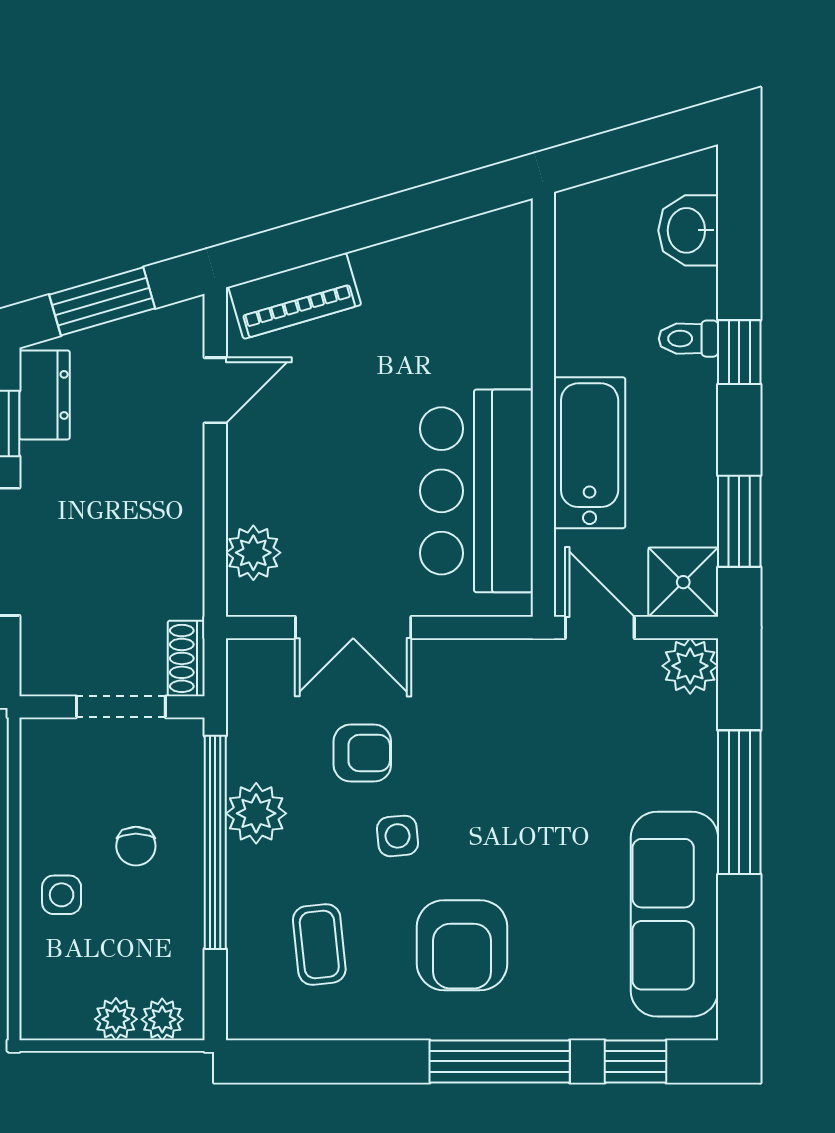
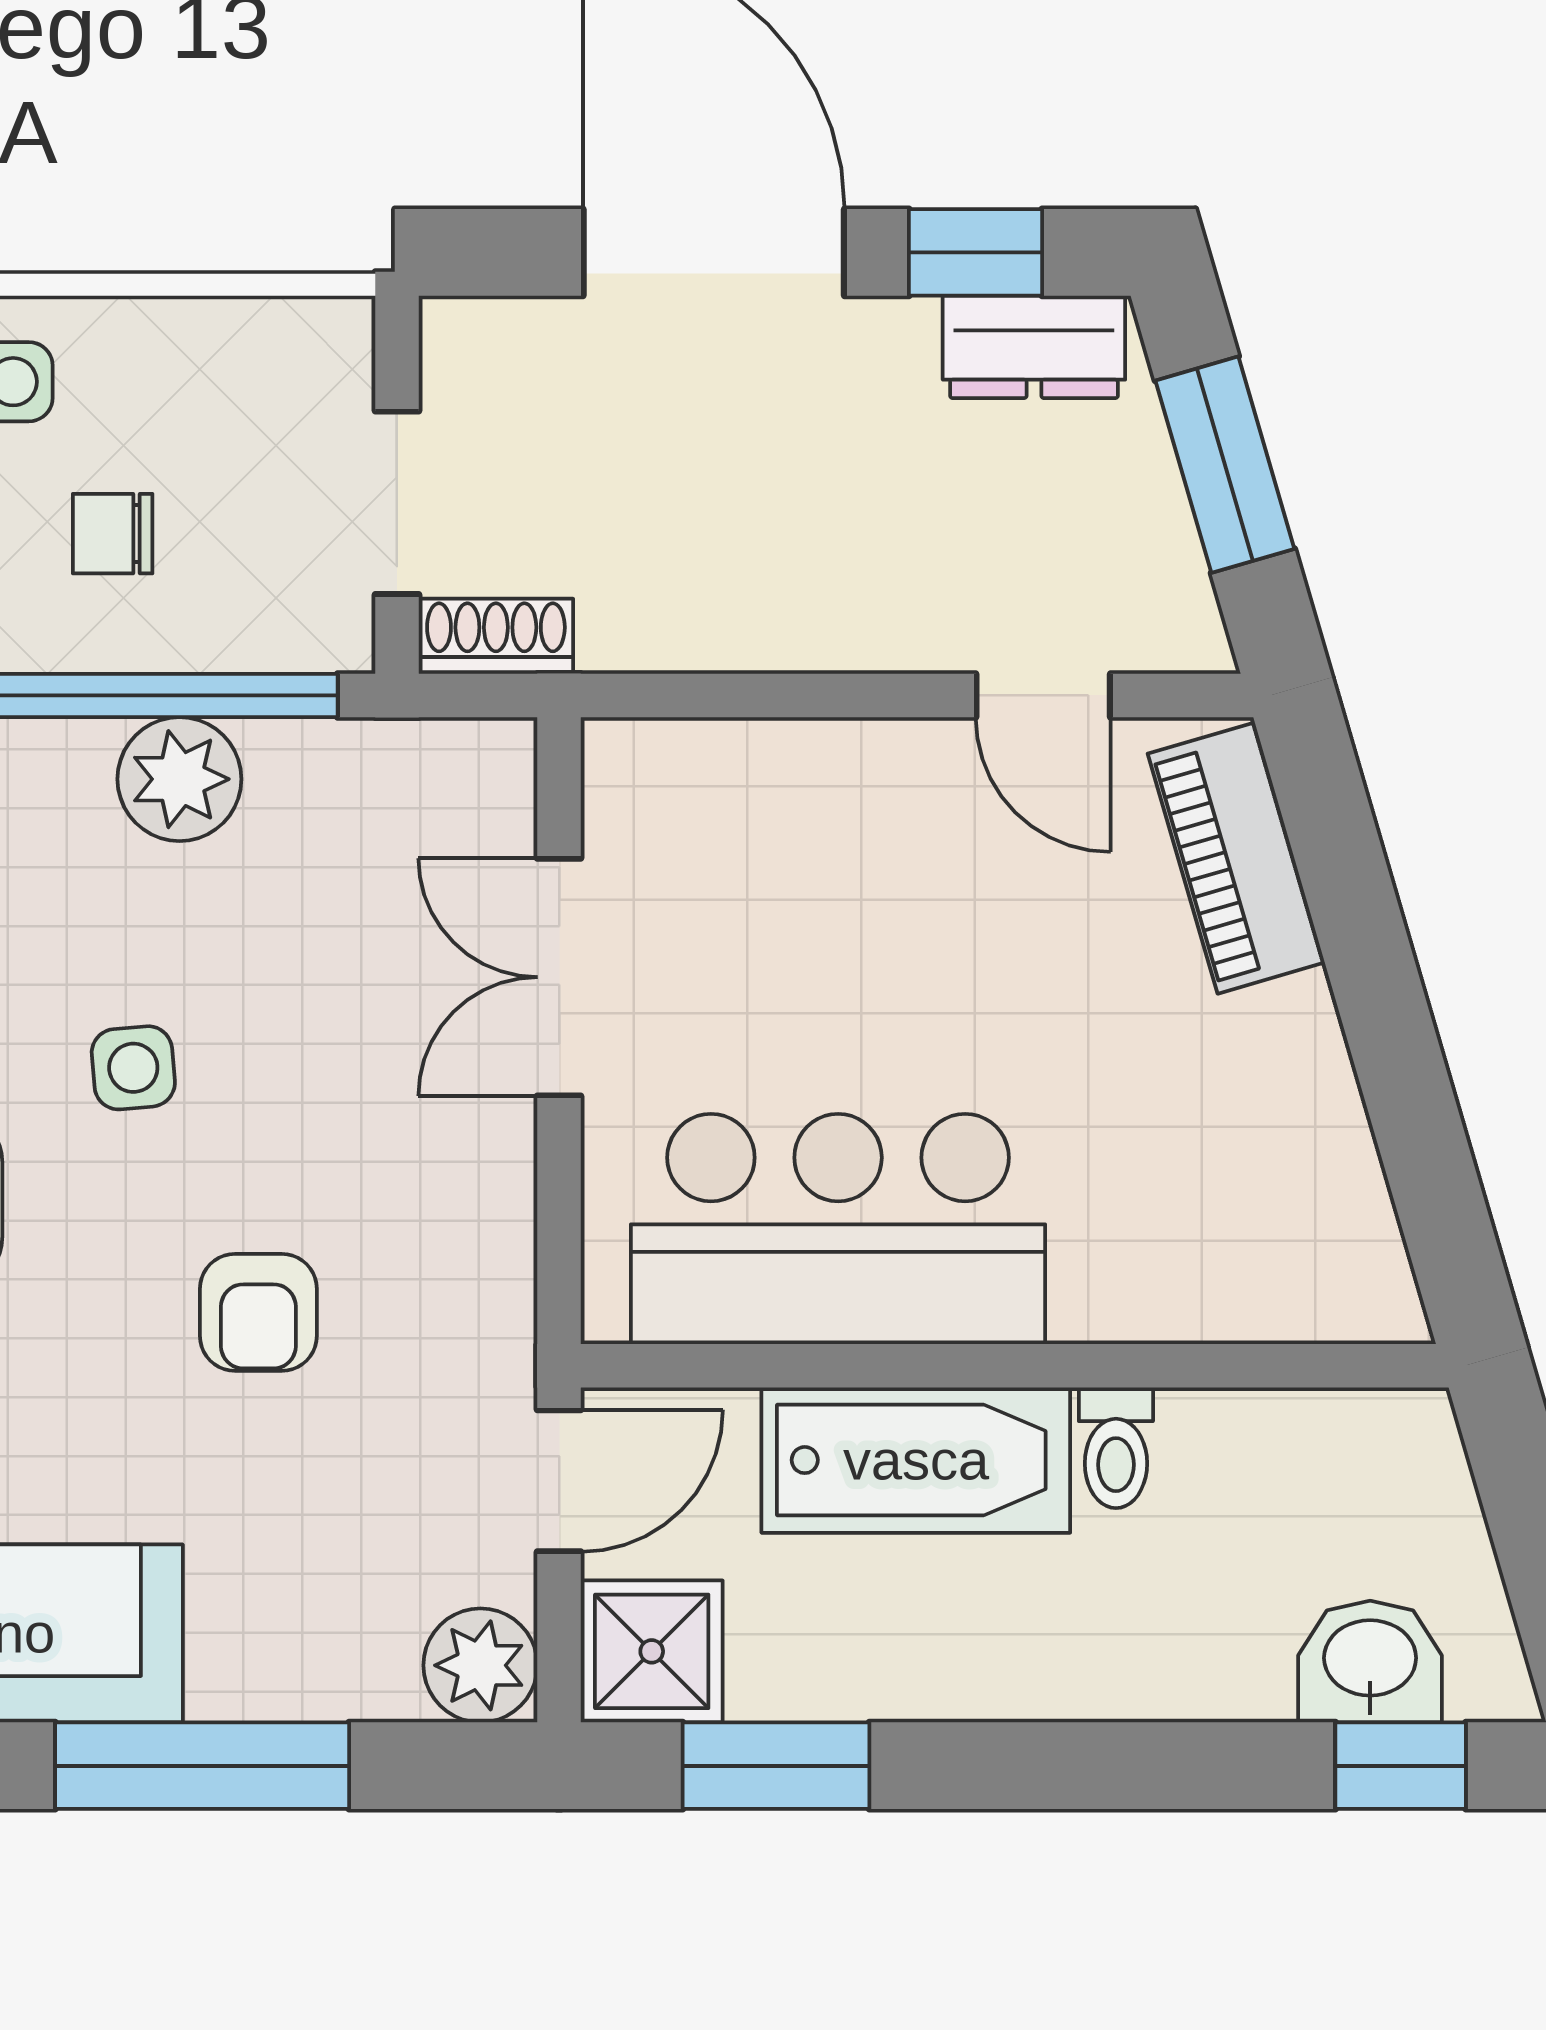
toilet: (688, 339) -> (1116, 1448), moved, turned 180
window: (739, 352) -> (1401, 1766), moved
plant: (253, 553) -> (712, 773), removed
armchair: (362, 753) -> (258, 1312), moved

